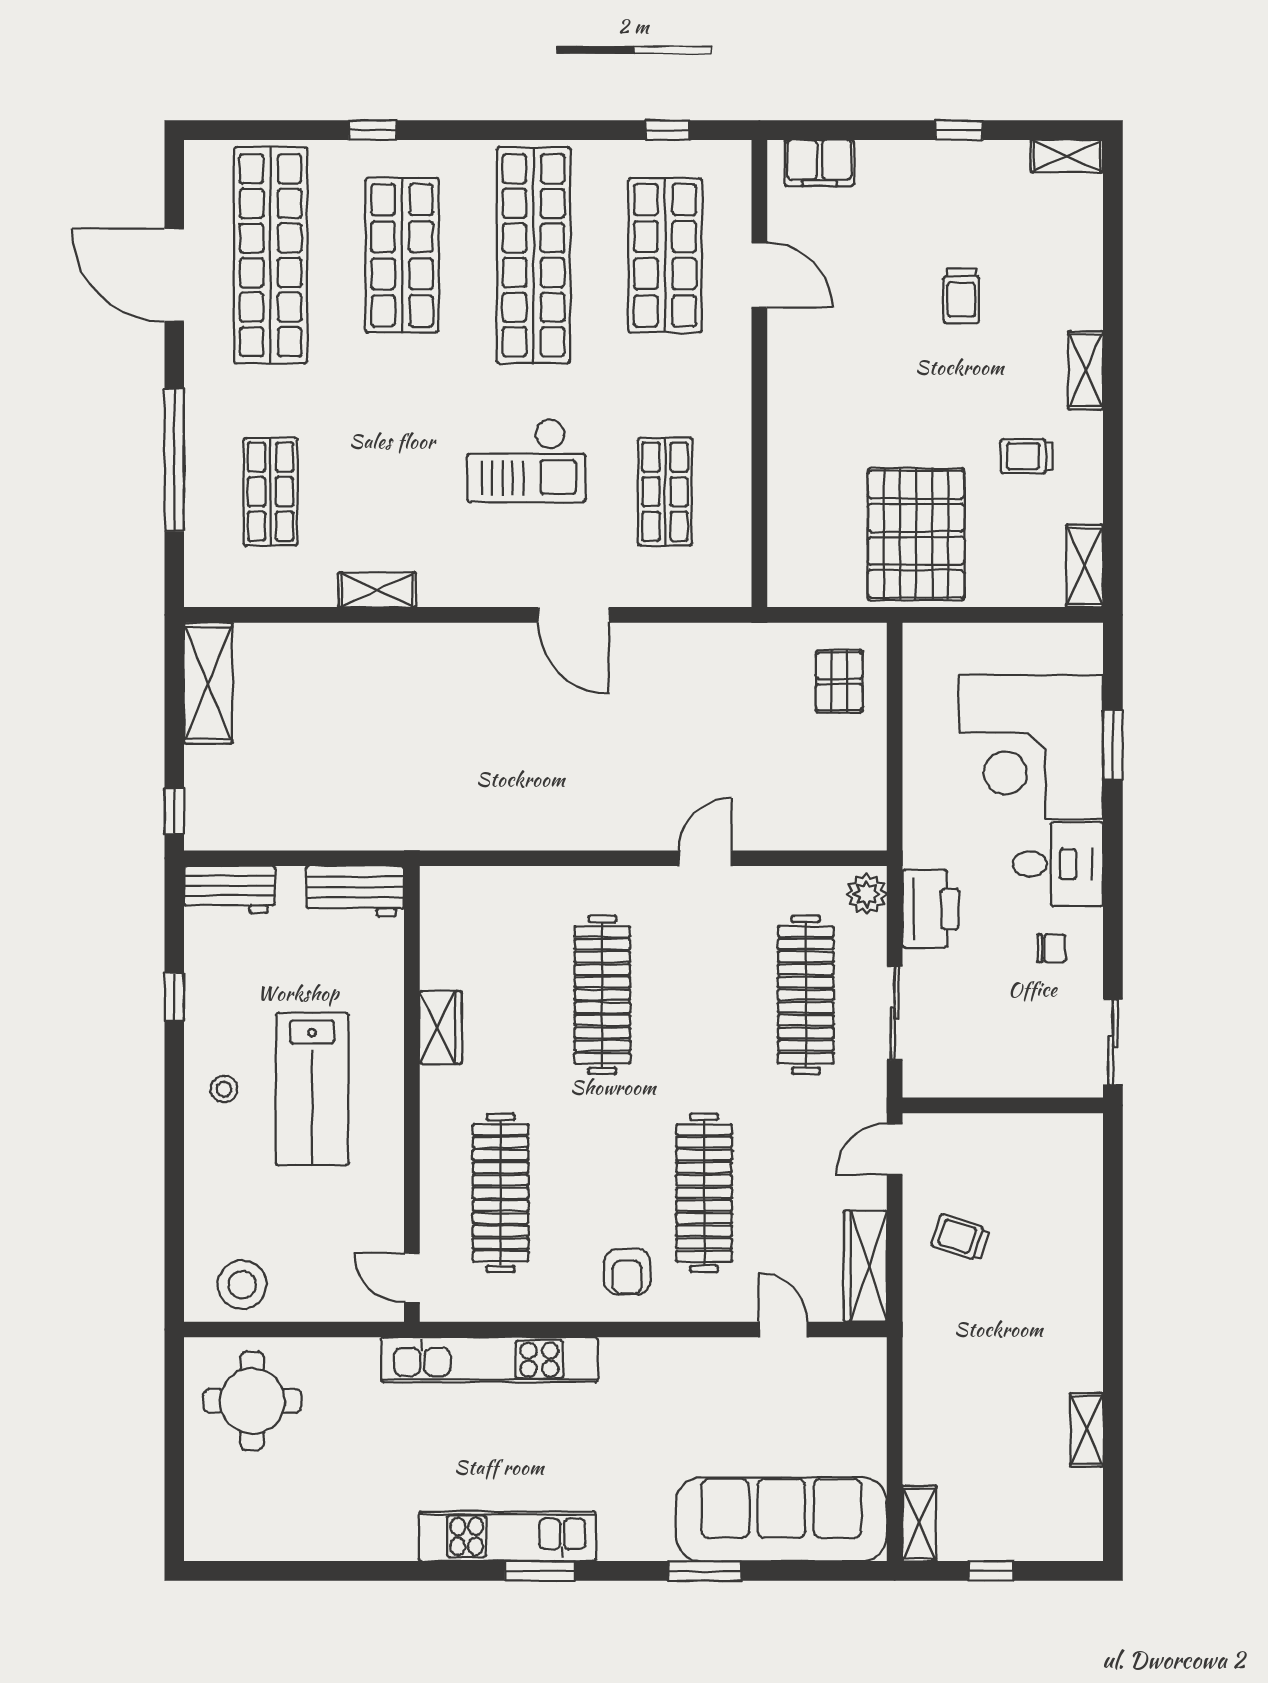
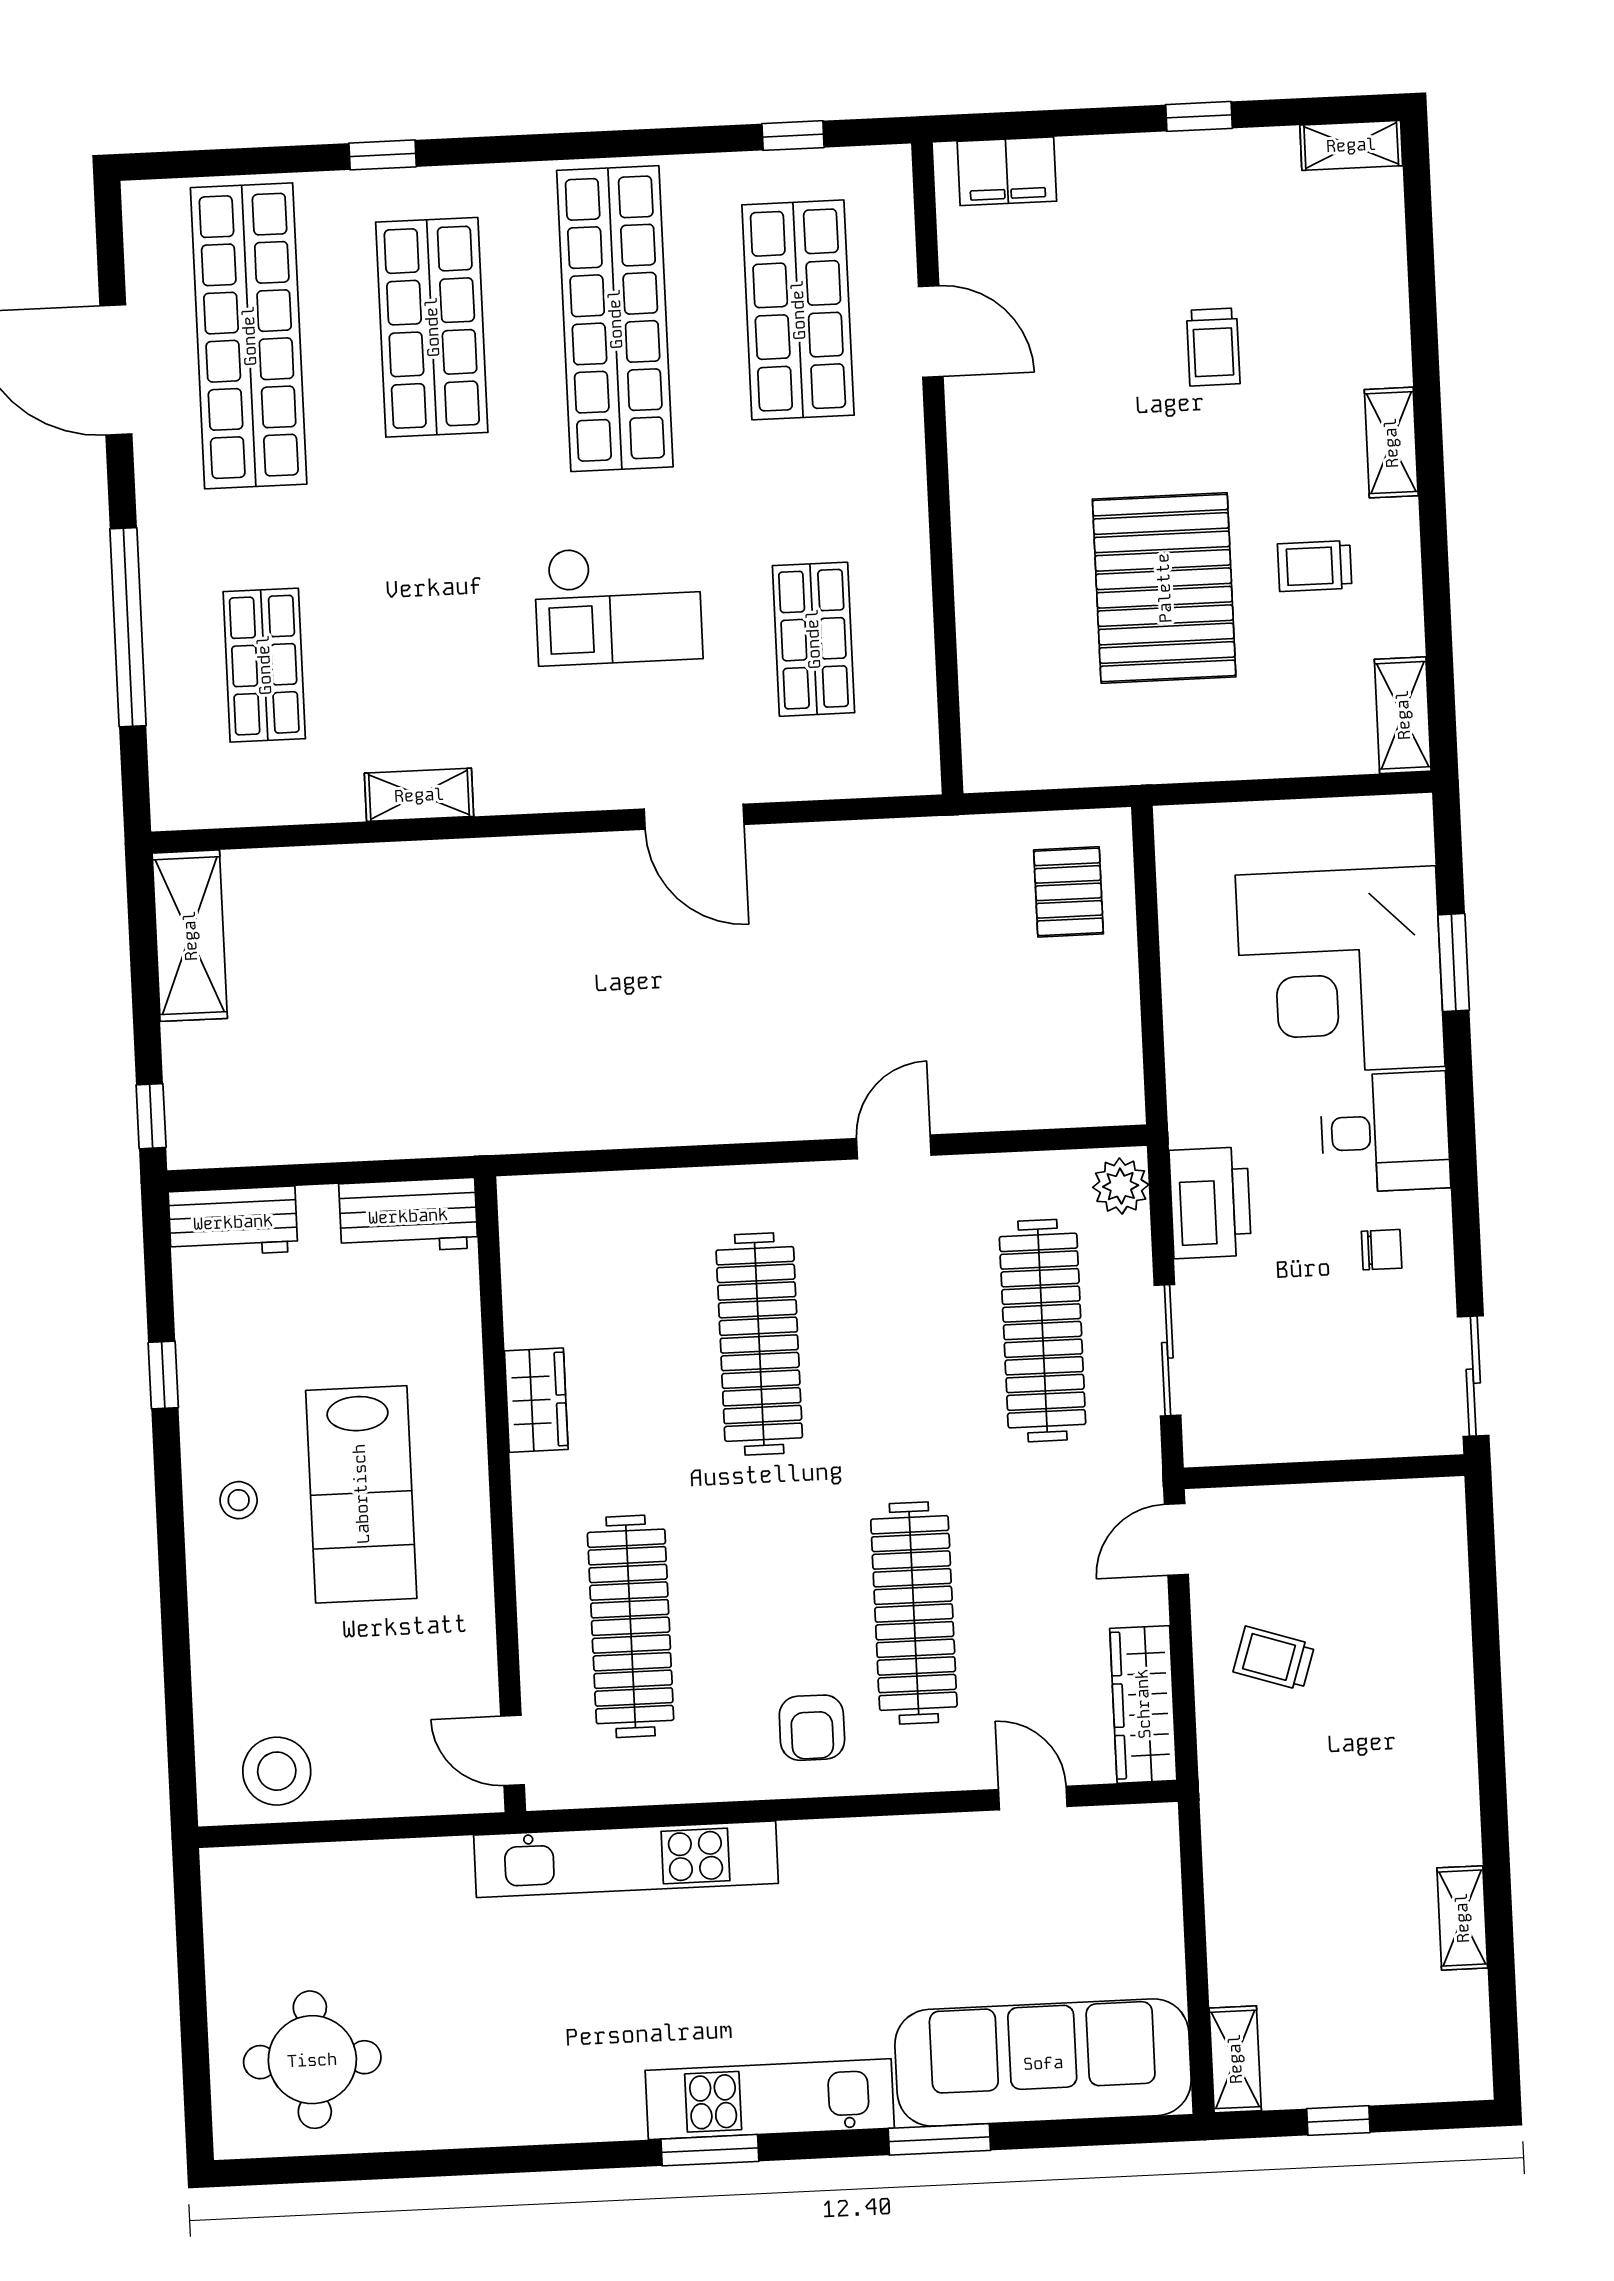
pallet: (916, 534) -> (1164, 588), moved
round table: (252, 1401) -> (312, 2060), moved
kitchen unit: (507, 1536) -> (770, 2099), moved

